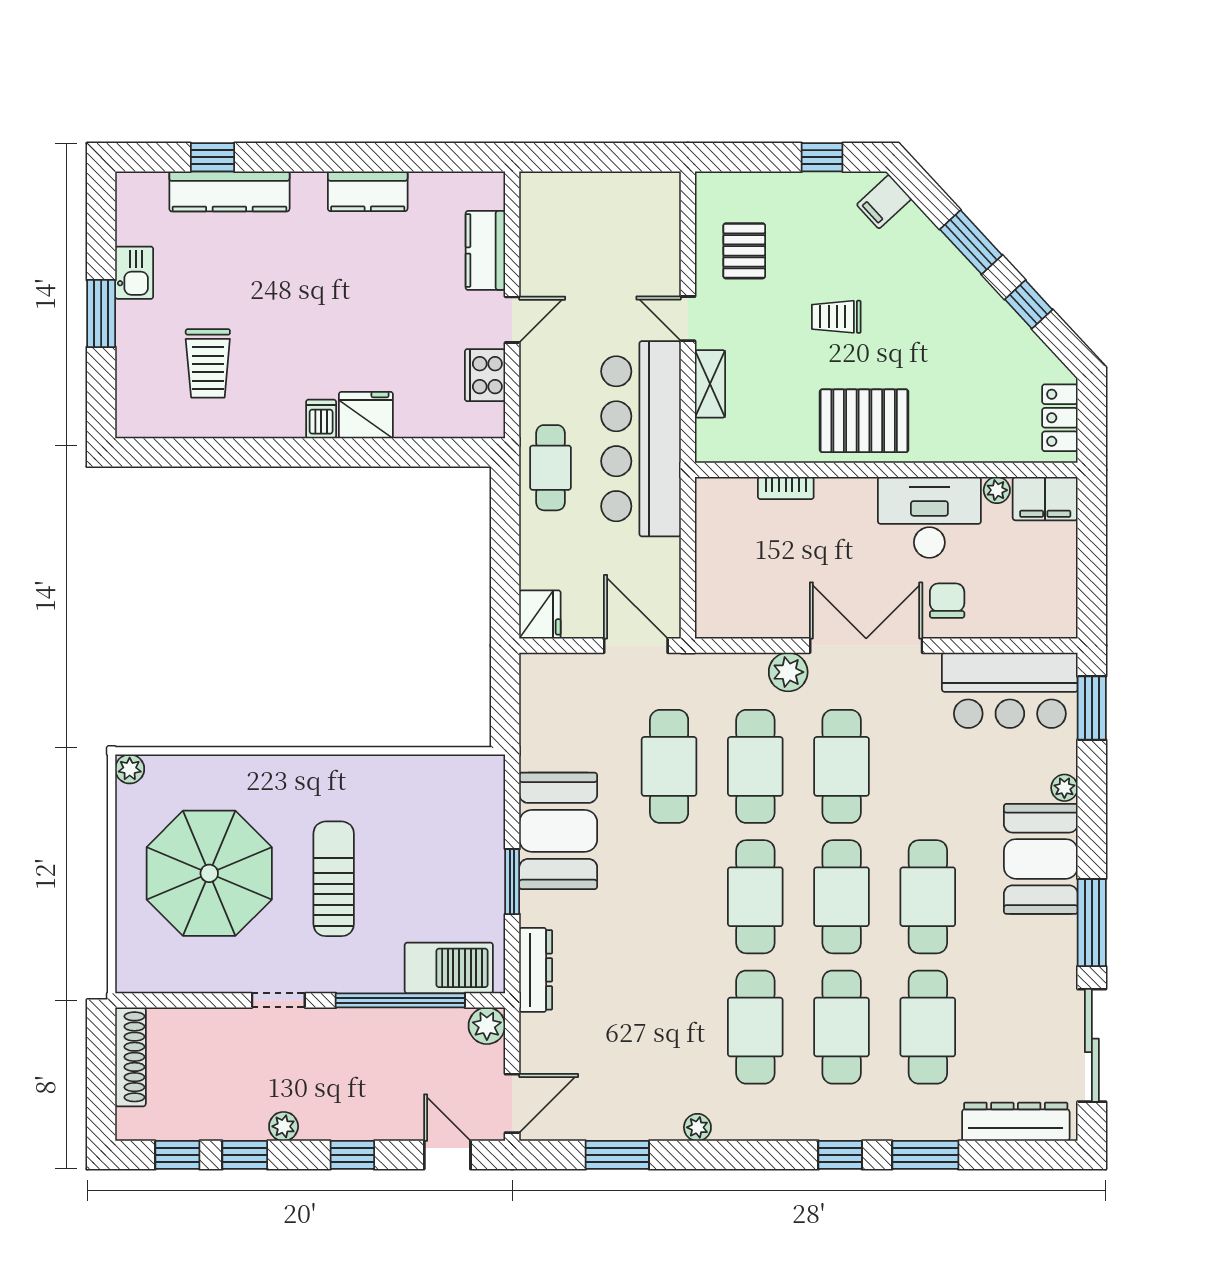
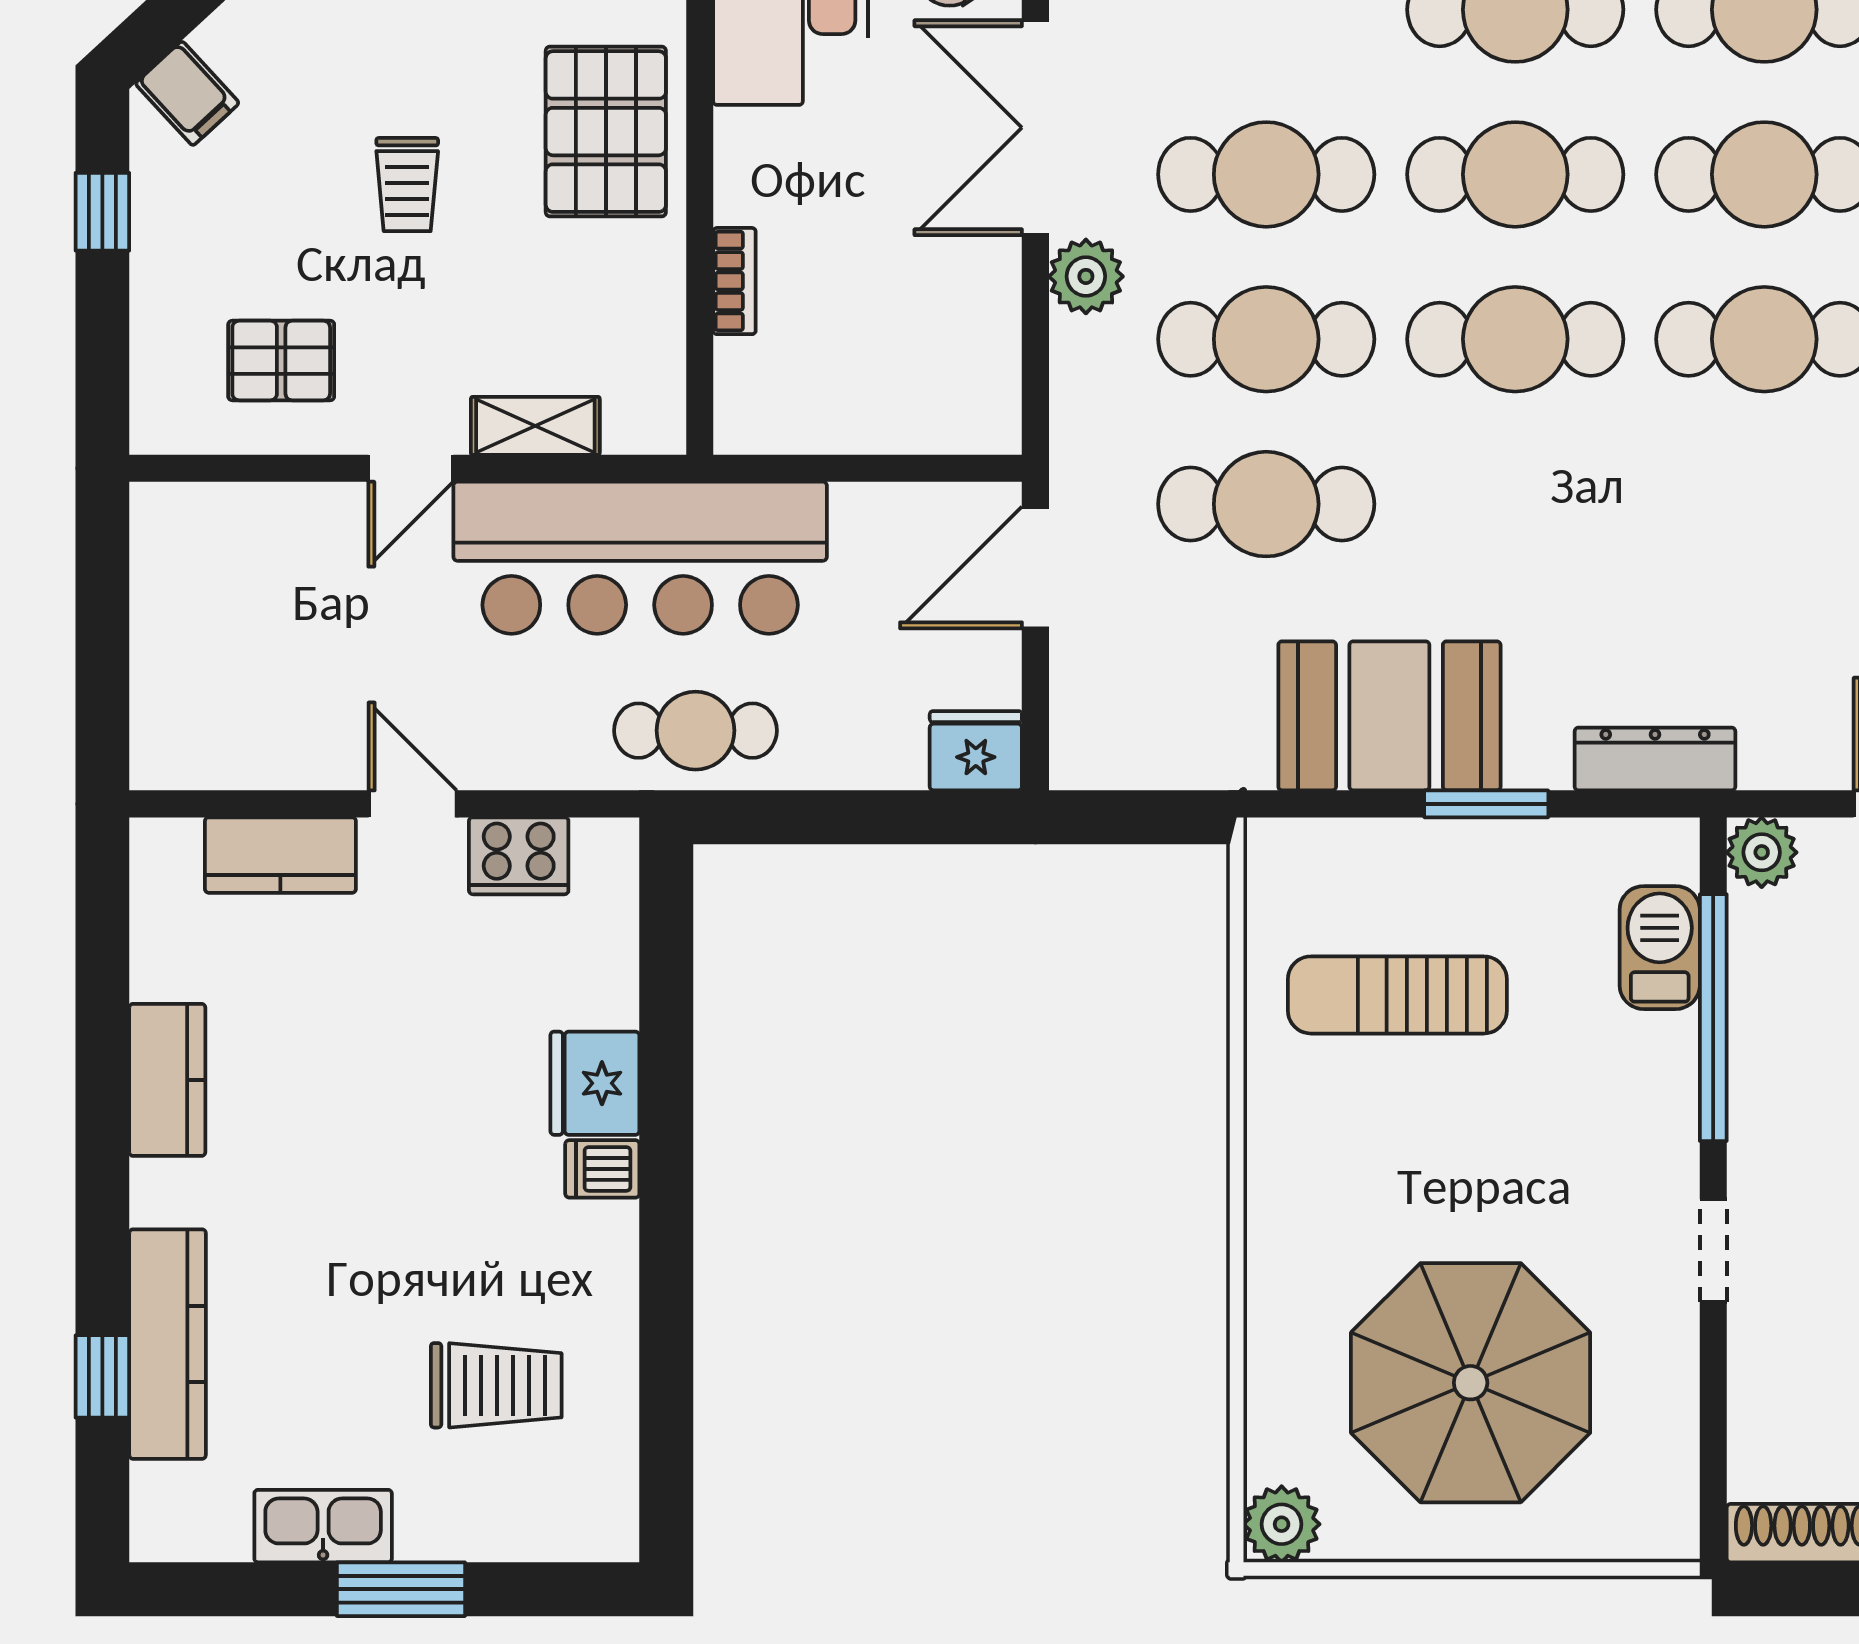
kitchen sink: (134, 273) -> (323, 1526), width x1.38
plant: (130, 769) -> (1282, 1524), width x1.38, depth x1.38
sun lounger: (334, 879) -> (1397, 995), moved
barbecue: (449, 968) -> (1660, 948), width x0.73, depth x0.83

